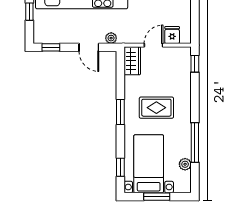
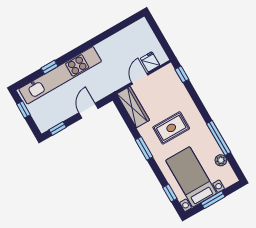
plant: (111, 38) -> (102, 93), removed
door: (89, 47) -> (88, 111), swing flipped
wardrobe: (132, 61) -> (133, 107), width x1.50

